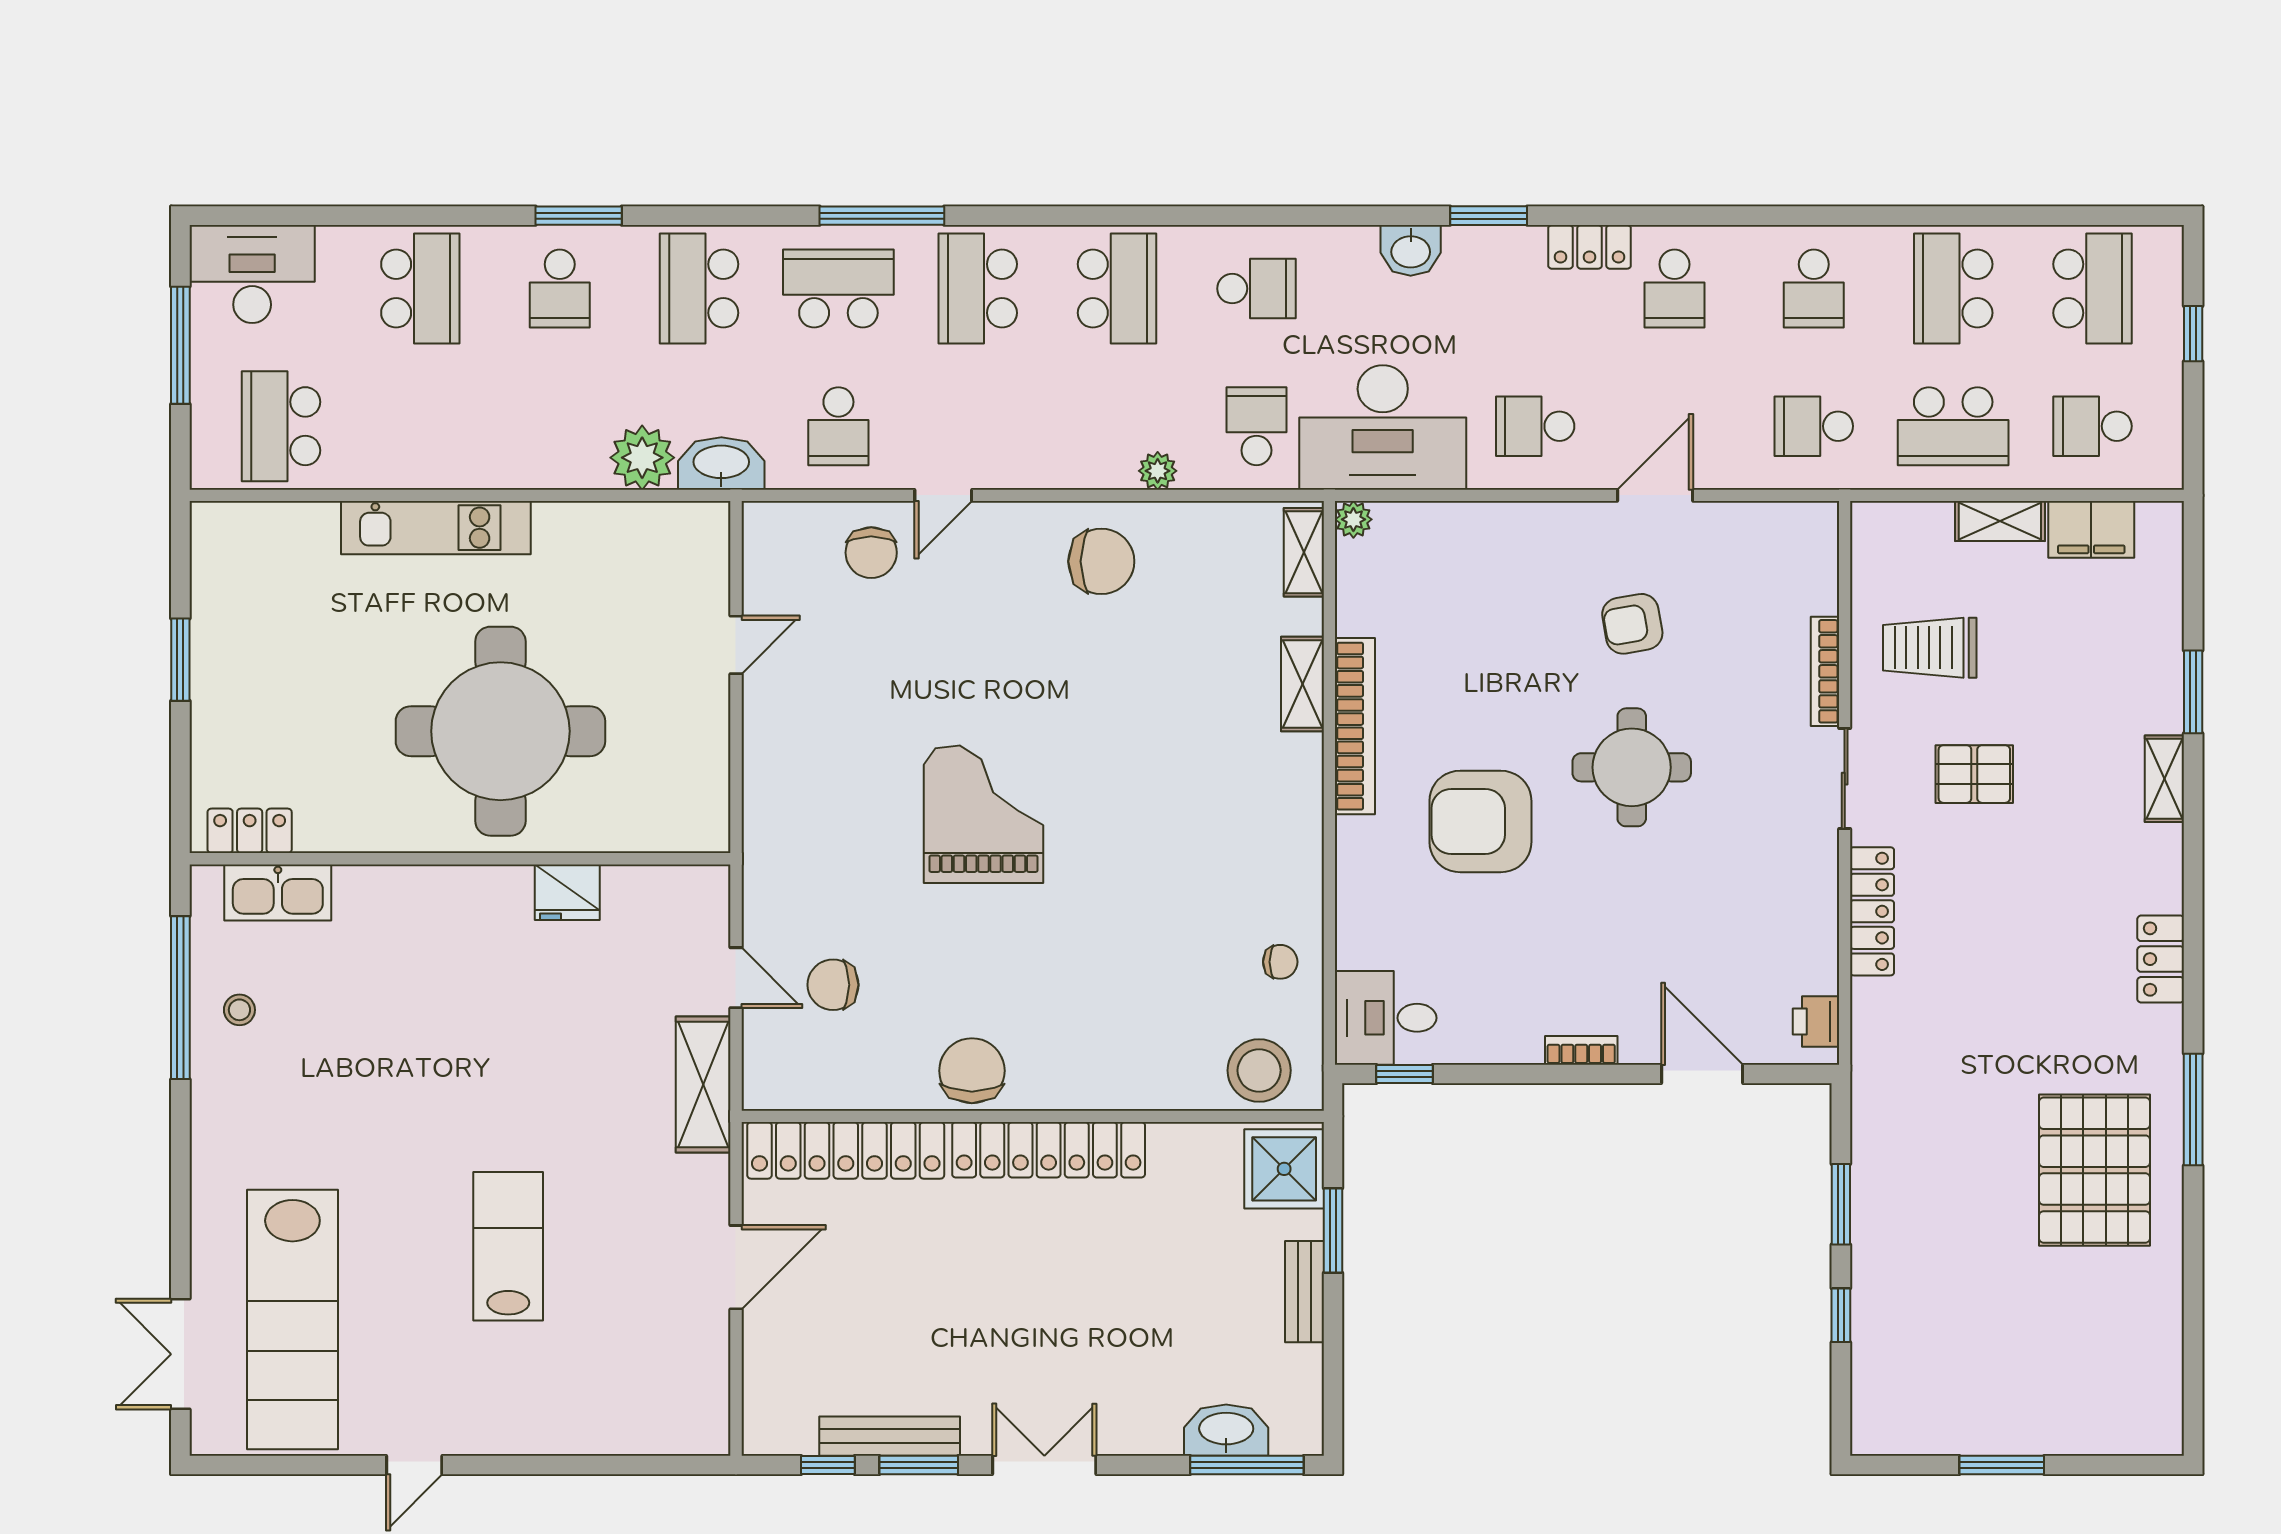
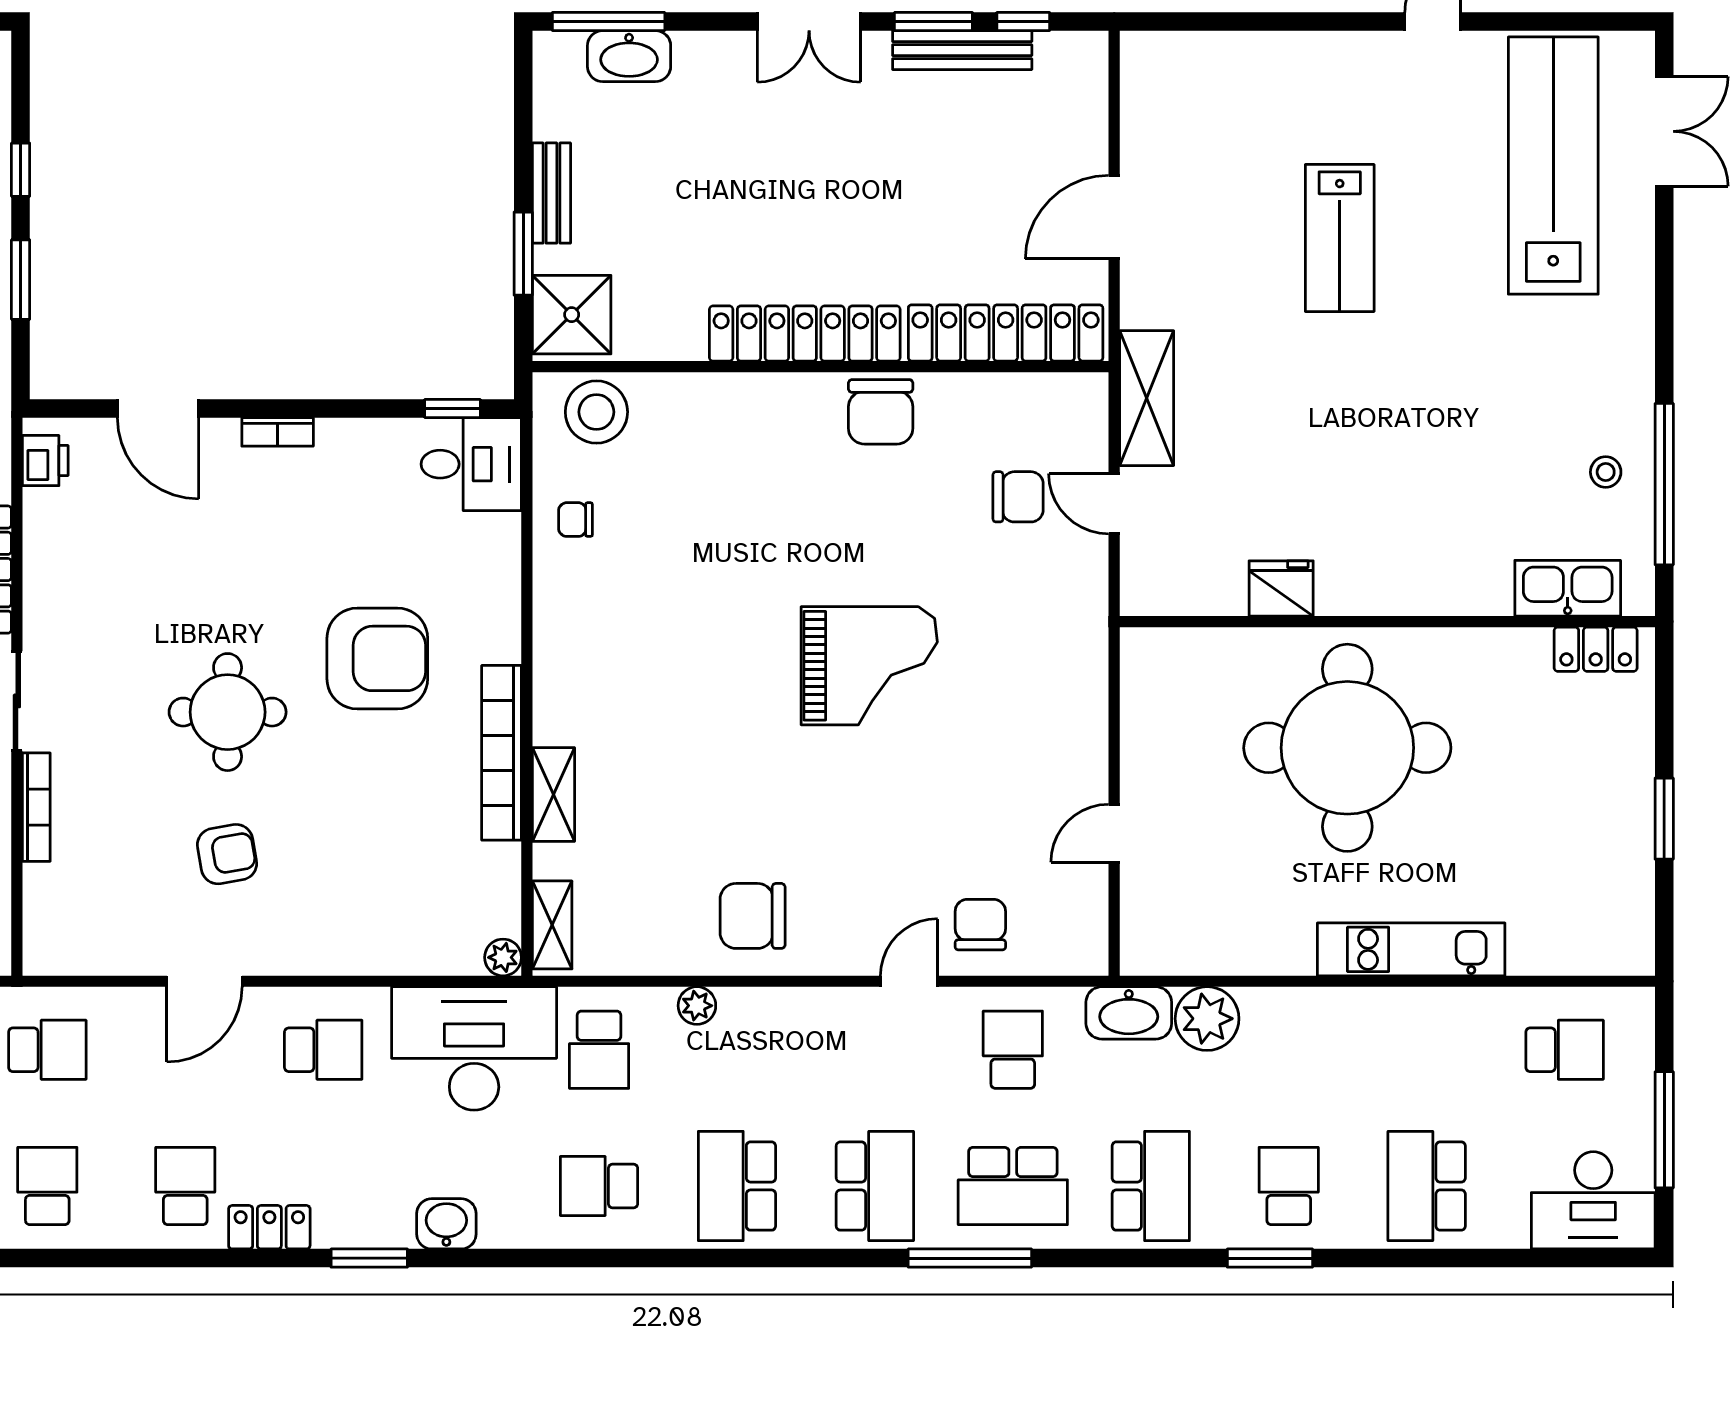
school desk: (281, 426) -> (1565, 1050), width x0.54
grand piano: (983, 814) -> (869, 666), turned -90

